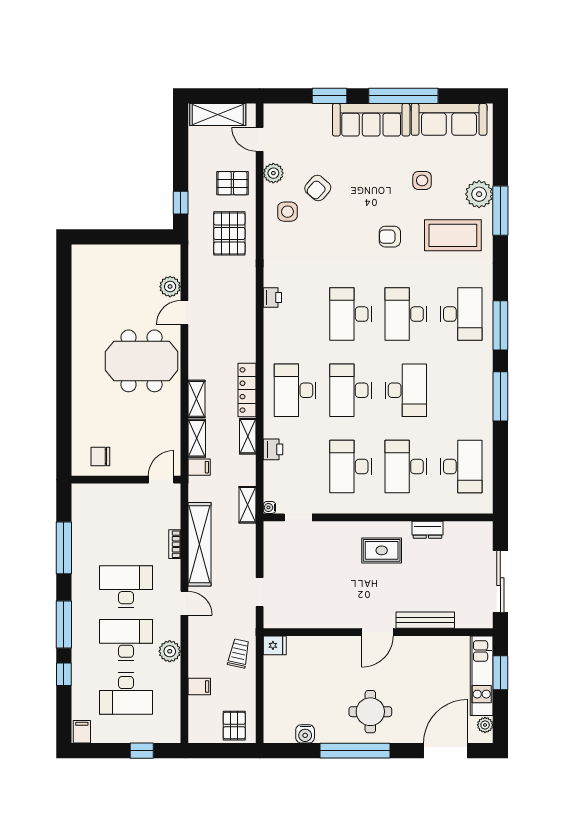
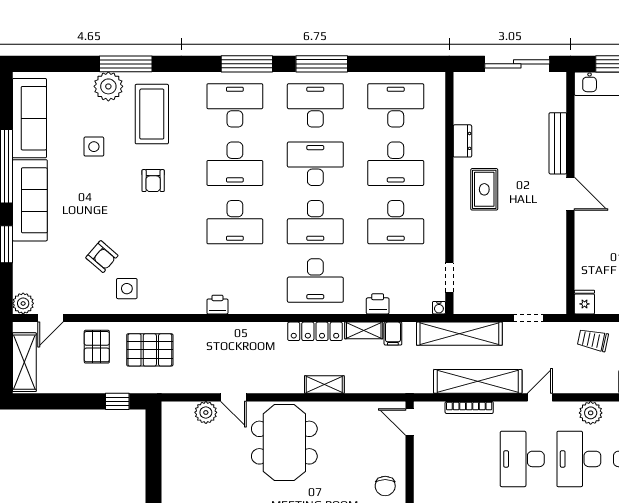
plant: (273, 173) -> (23, 303), moved
desk: (461, 390) -> (315, 105), added
shelving: (197, 438) -> (366, 384), removed
filing cabinet: (199, 467) -> (393, 334), moved, turned 180
shelving: (248, 505) -> (459, 334), width x2.20, depth x1.33
bookcase: (175, 544) -> (469, 408), width x1.56

